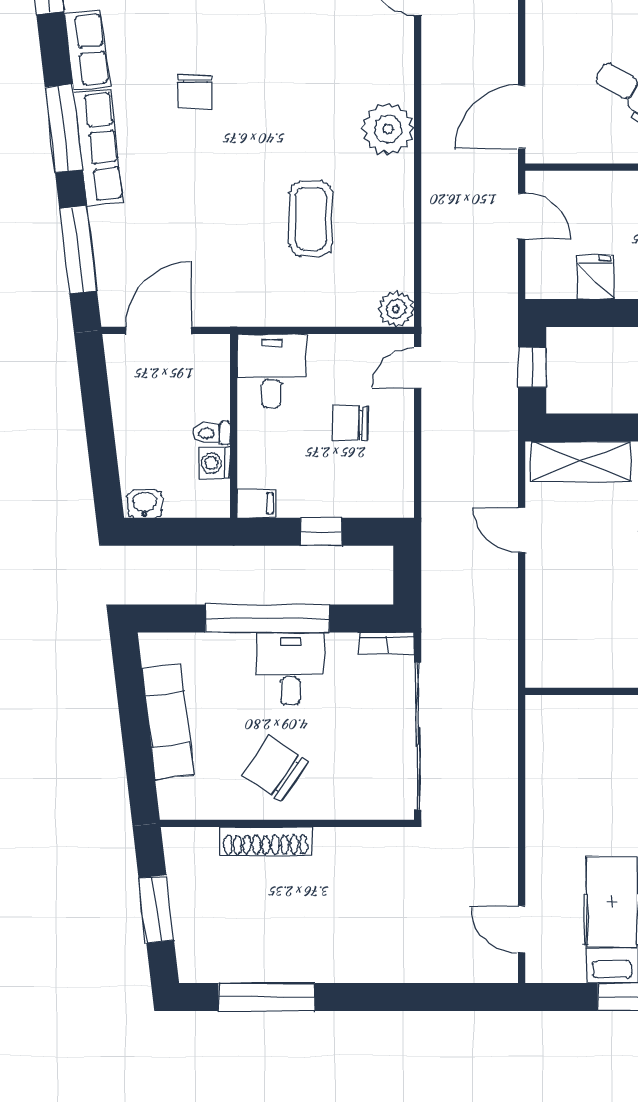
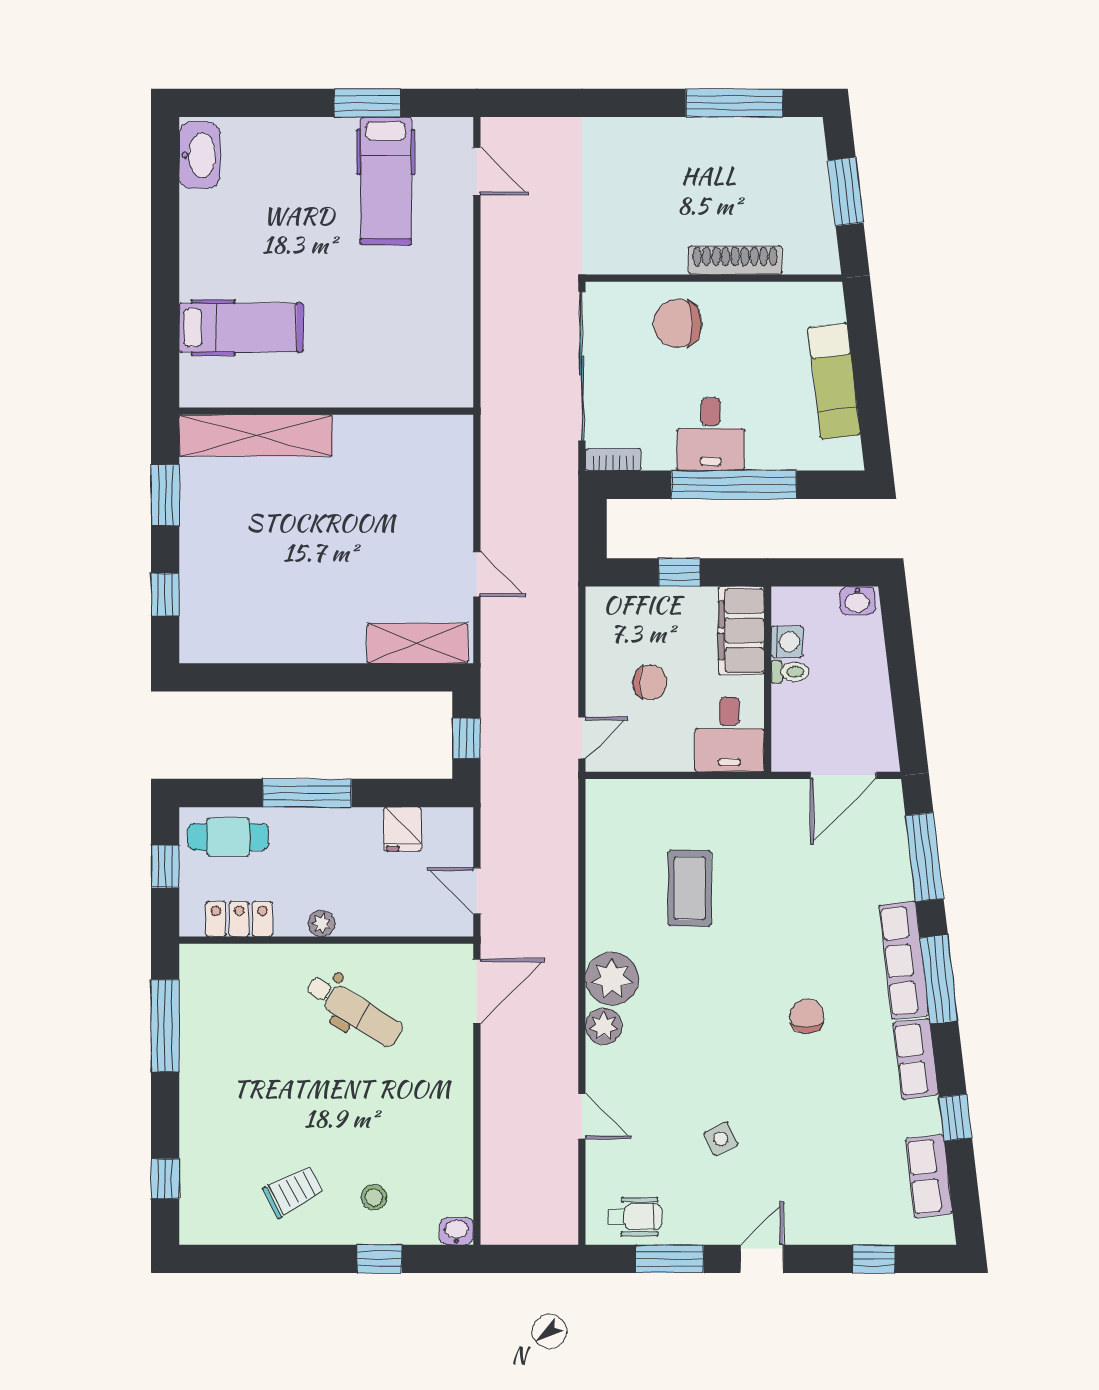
plant: (396, 309) -> (604, 1026), moved
filing cabinet: (256, 503) -> (741, 630), width x3.00, depth x1.17
chair: (275, 768) -> (678, 324), moved, turned 146

